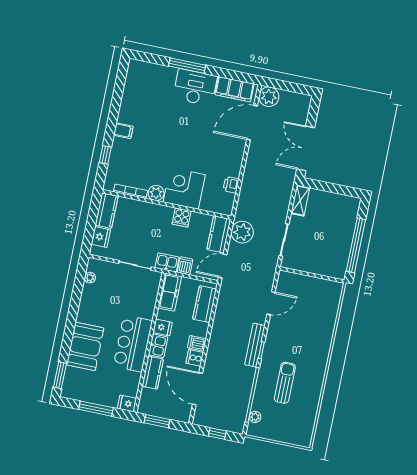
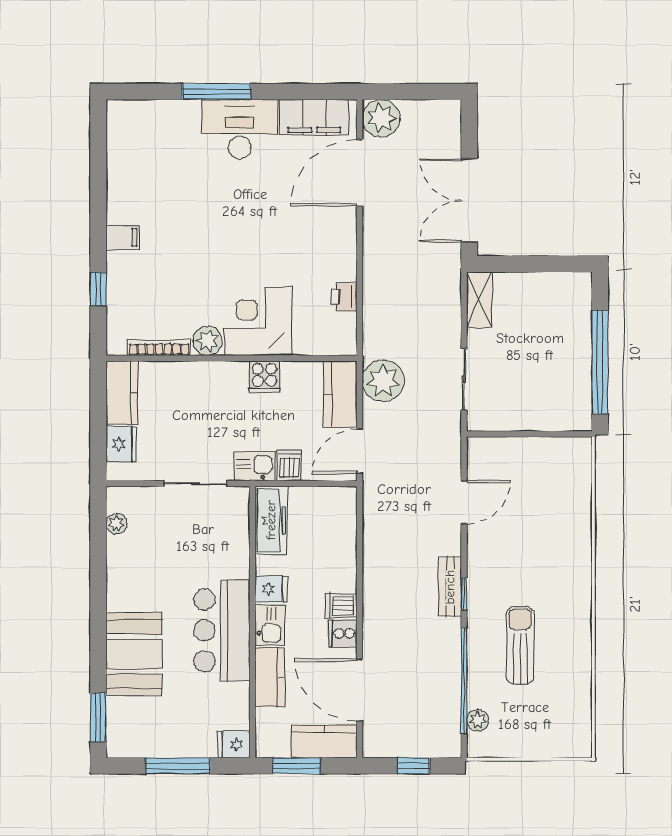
kitchen counter: (205, 304) -> (324, 741), moved, turned 90
bench: (255, 345) -> (450, 587), width x0.73

